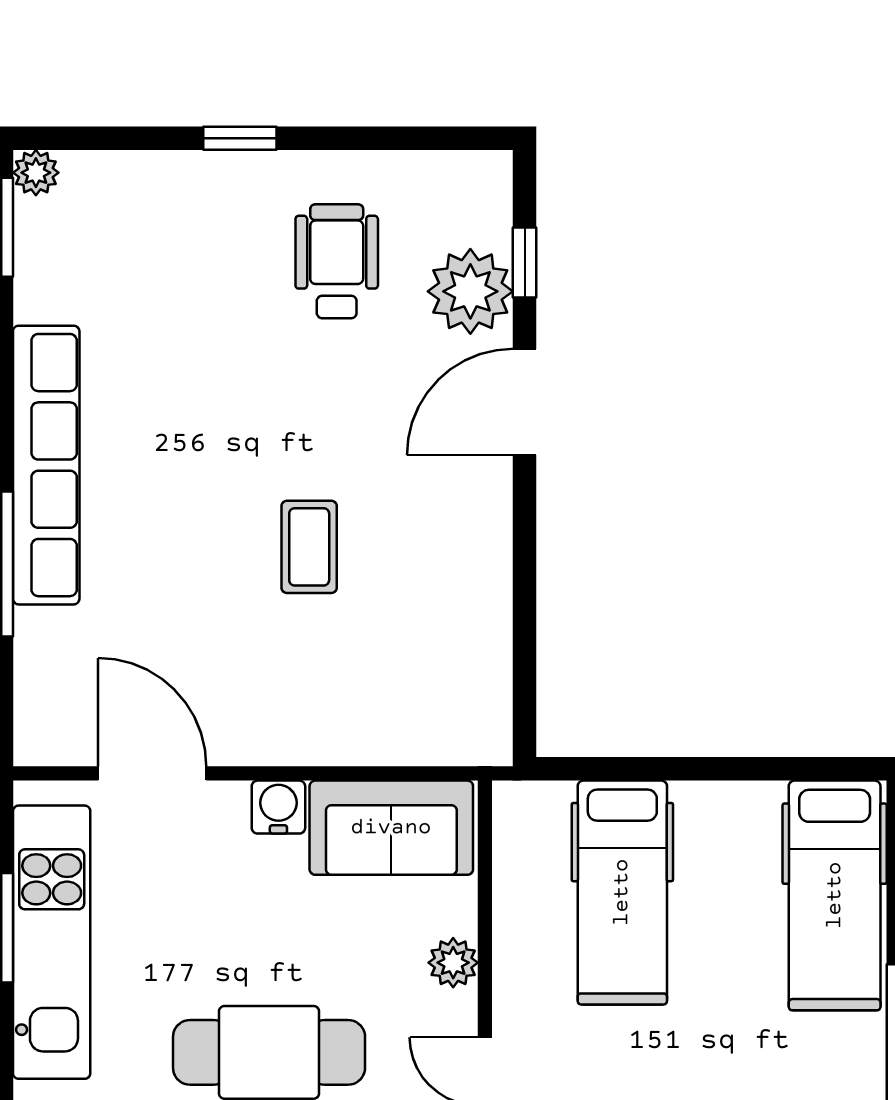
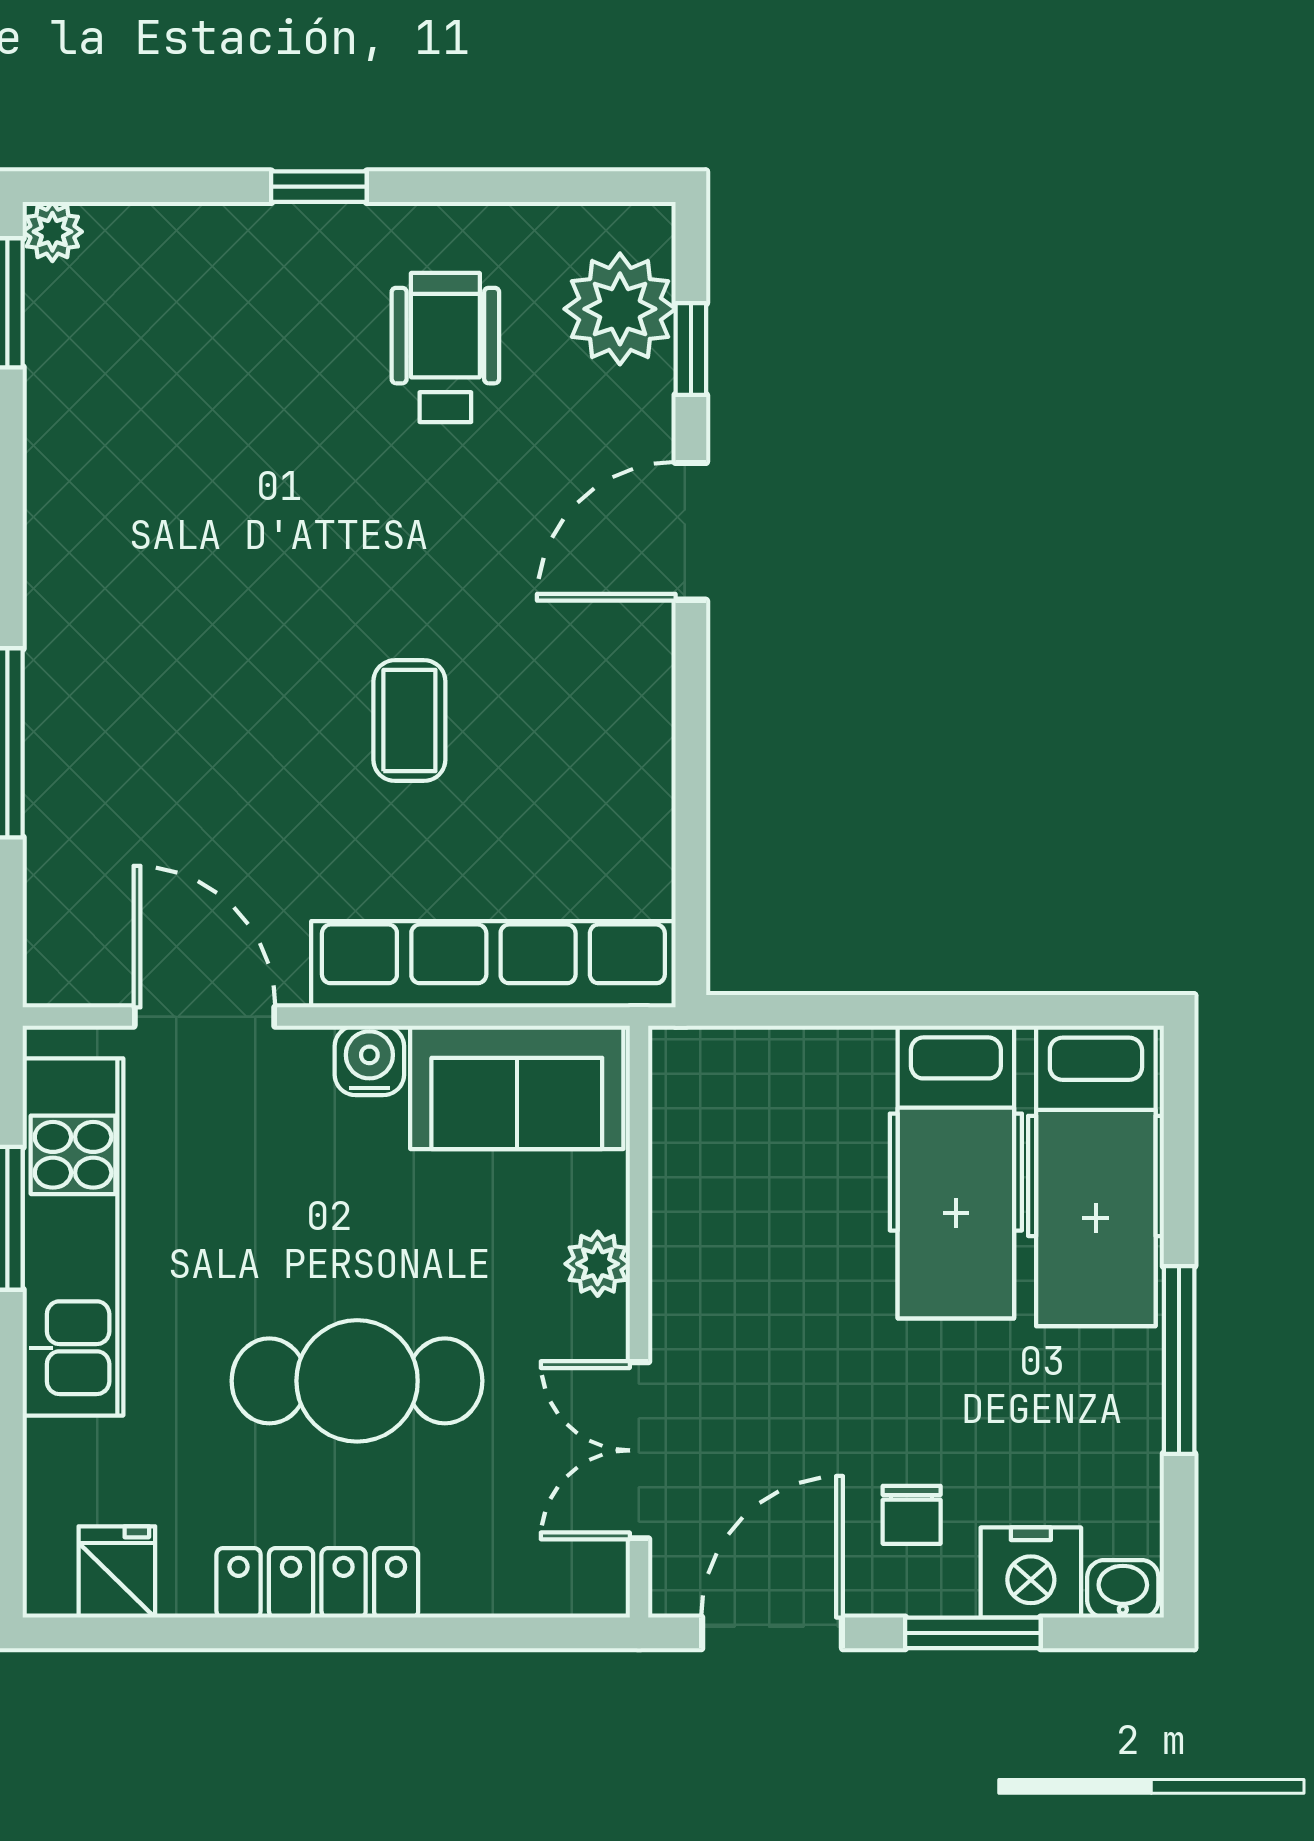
plant: (470, 291) -> (620, 309), moved
row of seats: (46, 465) -> (493, 964), moved, turned -90
hospital bed: (622, 892) -> (956, 1172), moved

